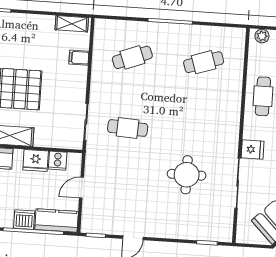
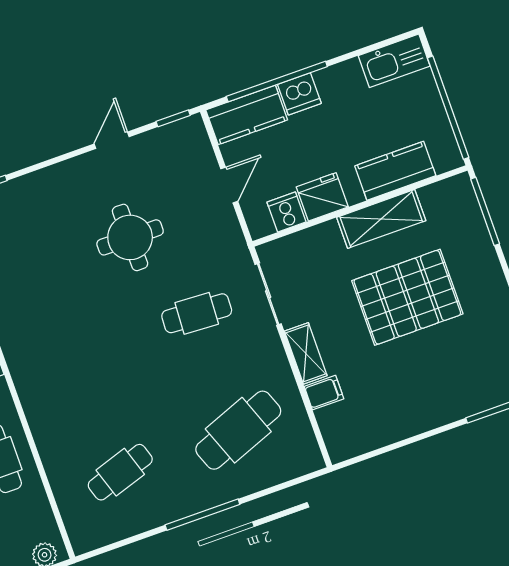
shelving: (72, 24) -> (306, 353), moved, turned 90
cafe table: (132, 57) -> (238, 430), width x1.37, depth x1.35
round table: (187, 175) -> (130, 237), moved

